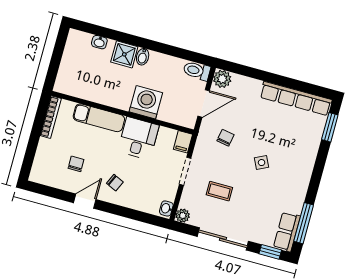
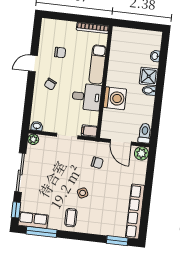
coffee table: (219, 191) -> (71, 218), moved
door: (85, 201) -> (33, 63), swing flipped

